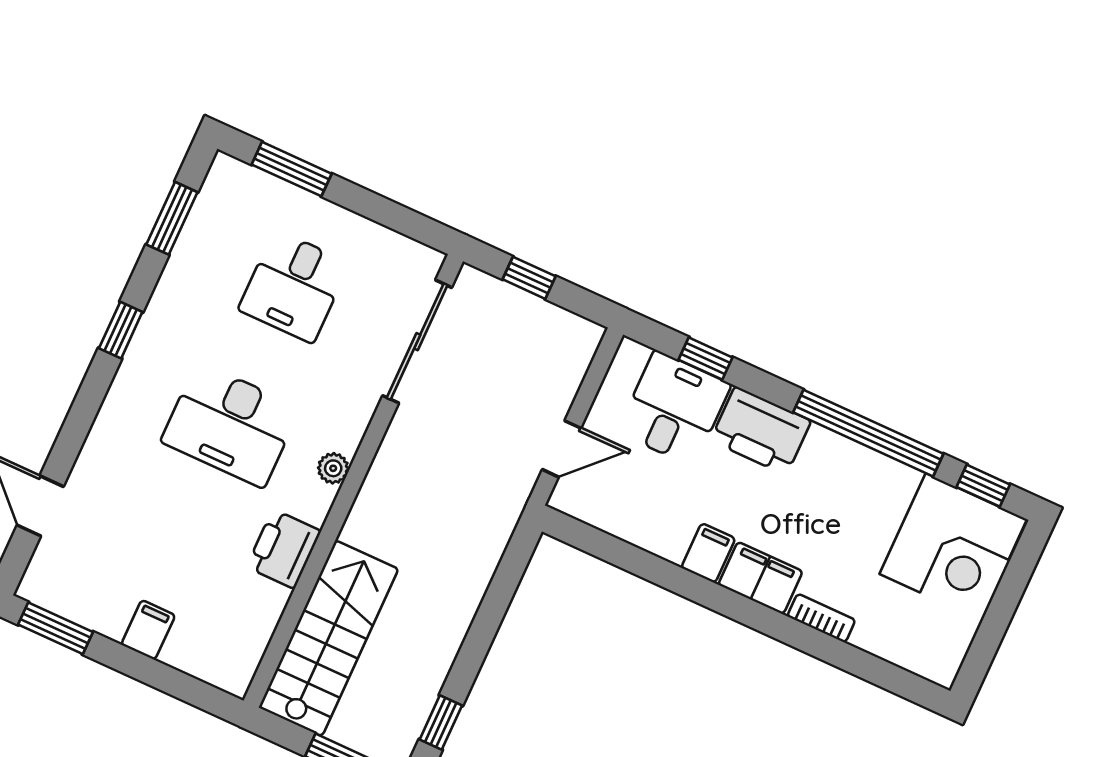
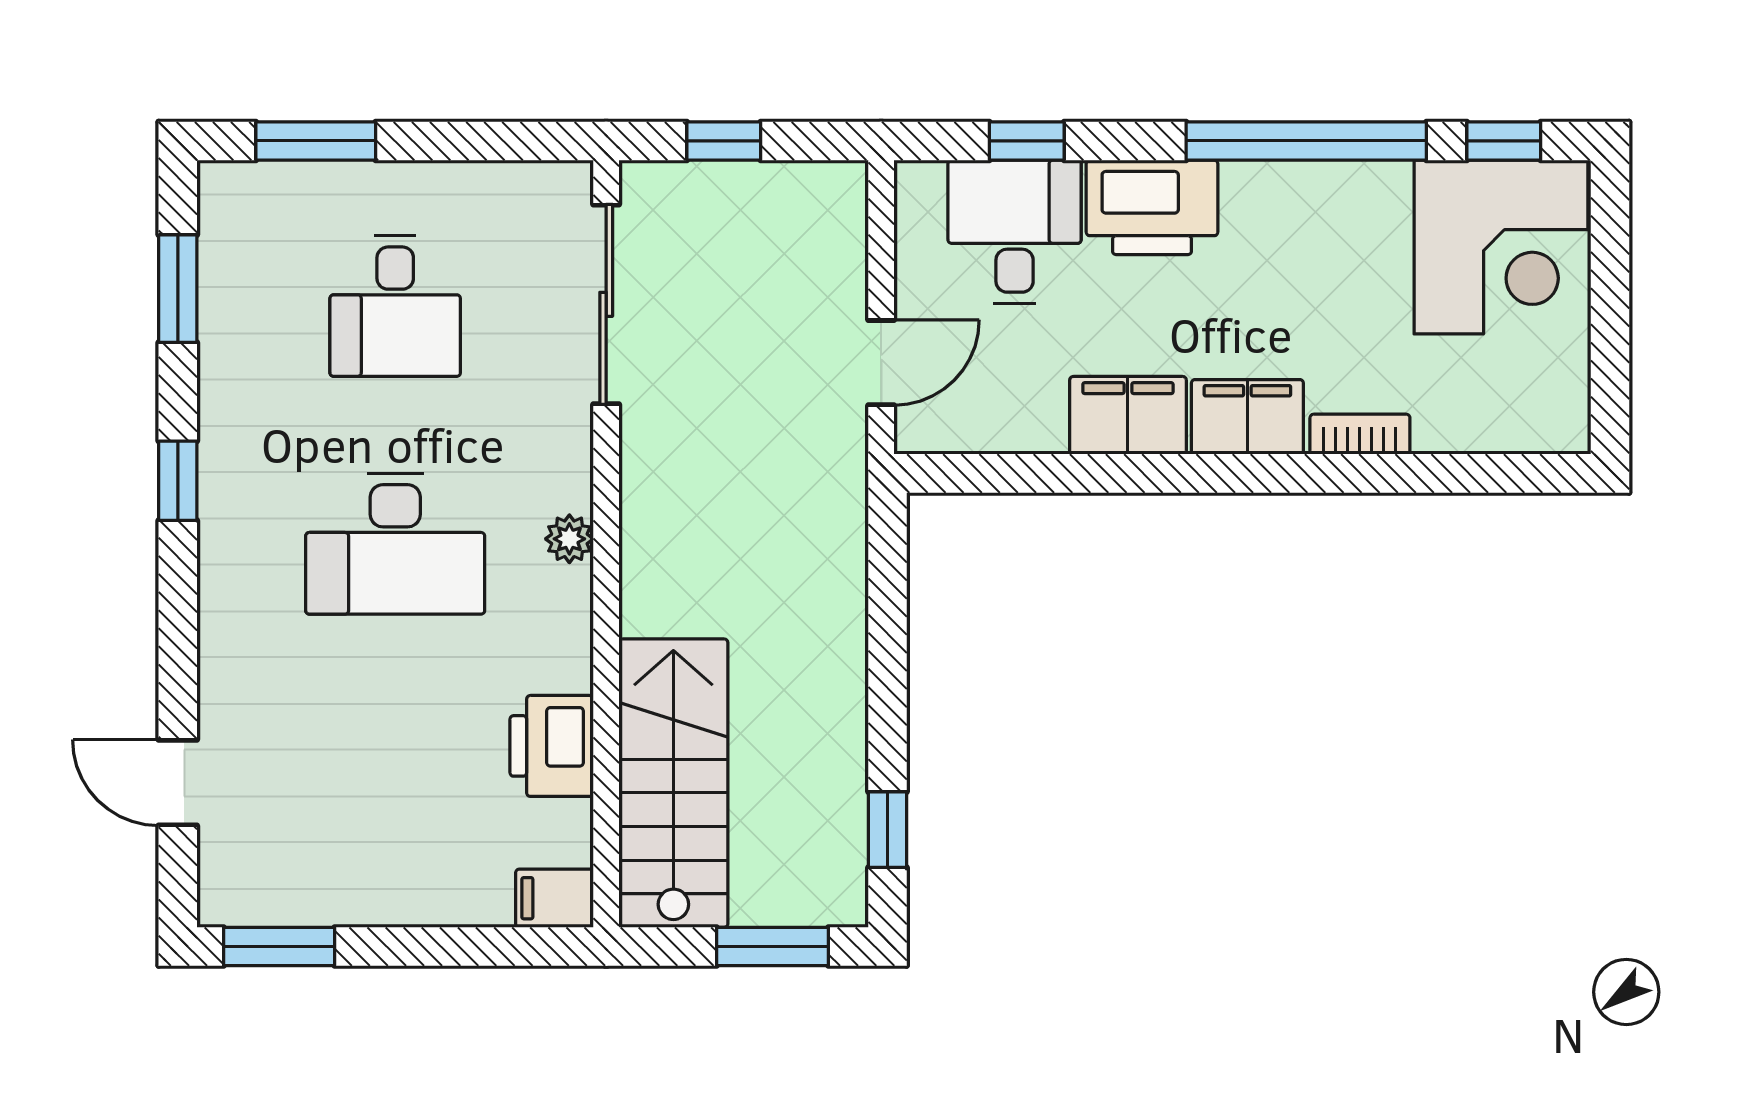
printer: (284, 549) -> (552, 746), moved
filing cabinet: (708, 553) -> (1128, 415), width x2.00
filing cabinet: (148, 630) -> (555, 898), moved, turned -90

